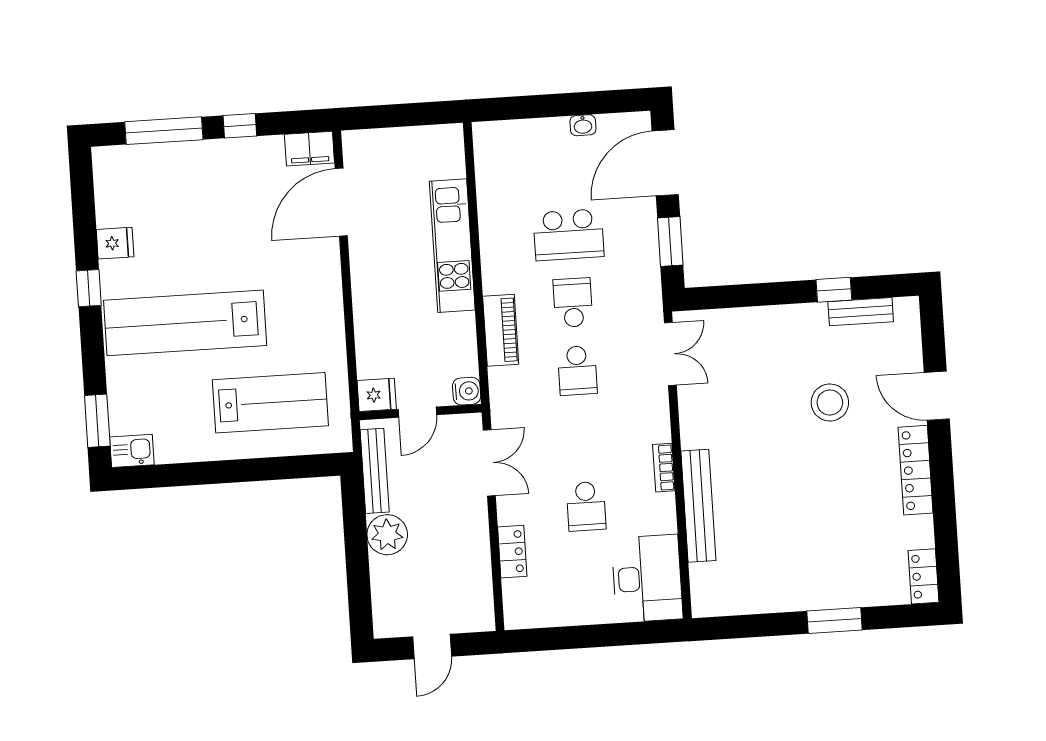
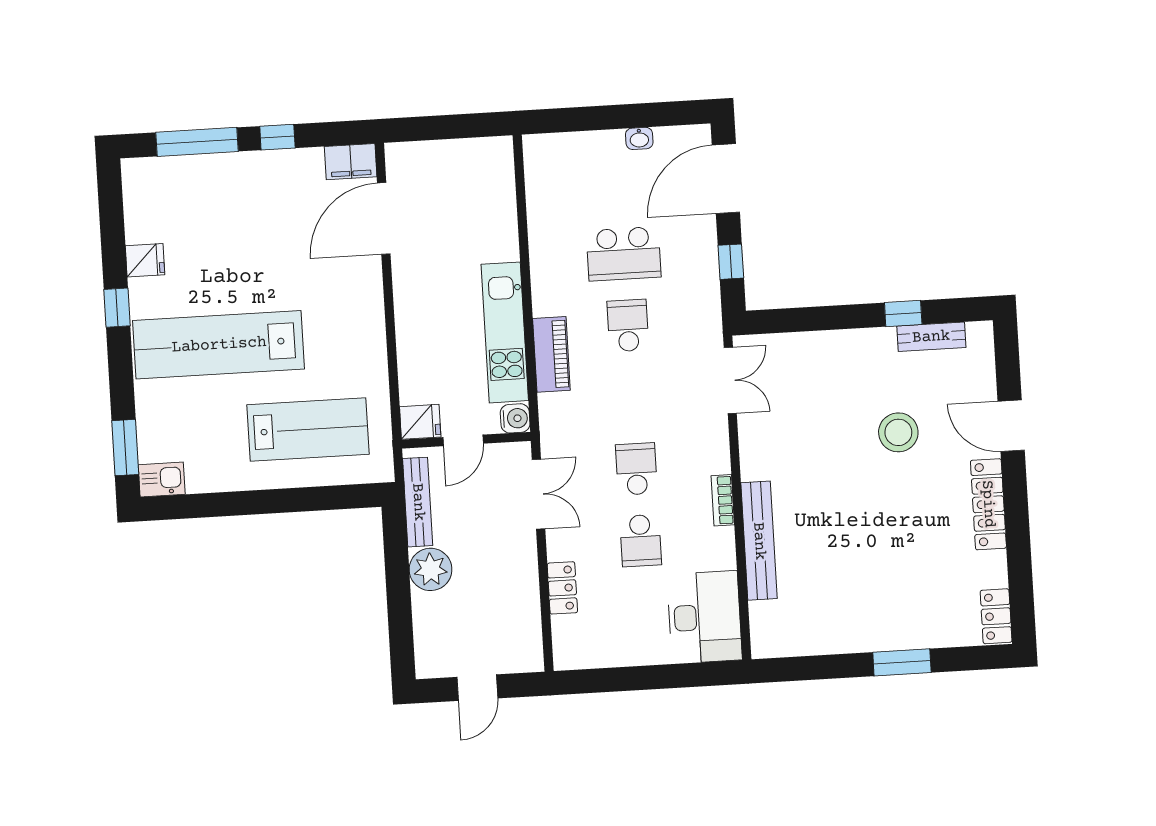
window: (670, 242) -> (731, 262), width x0.67
kitchen unit: (452, 246) -> (505, 332), moved
school desk: (577, 370) -> (636, 469), moved, turned 180

